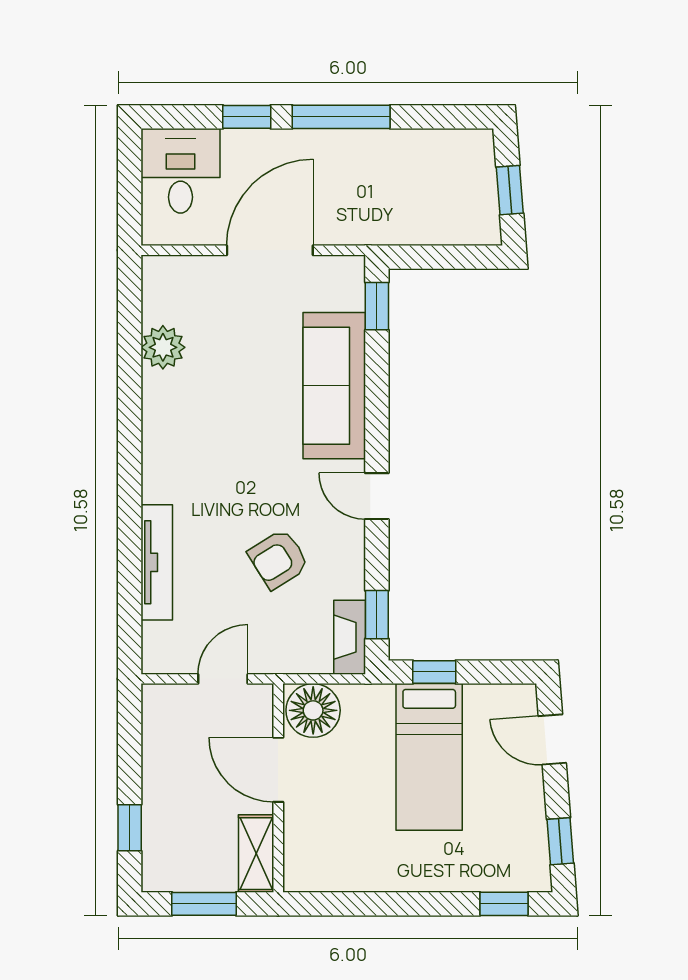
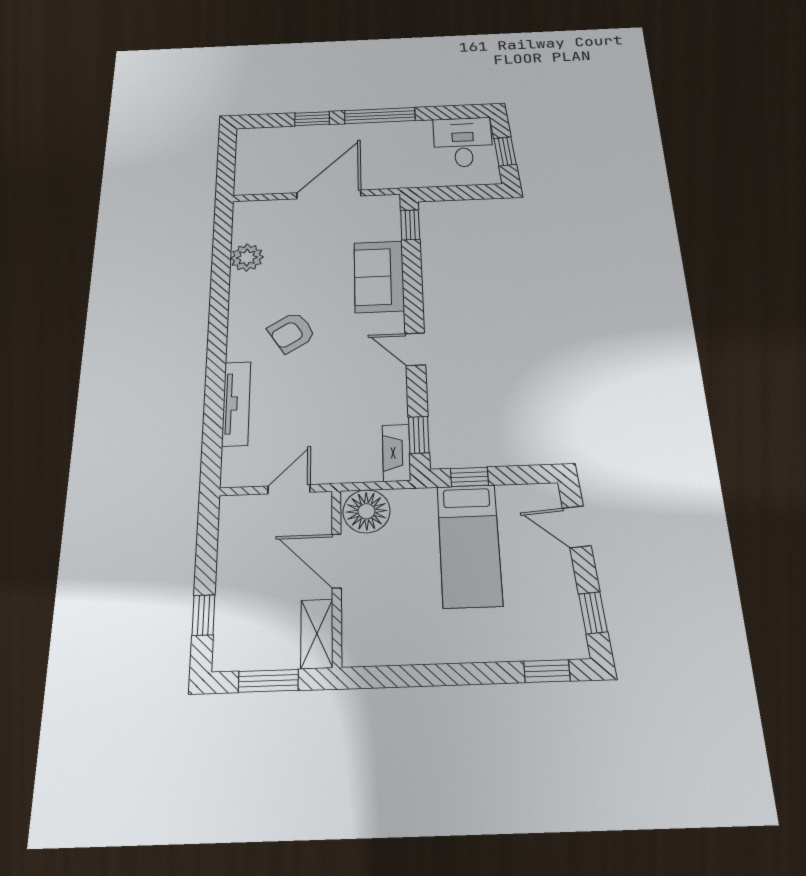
desk: (180, 171) -> (463, 142), moved
sofa: (334, 386) -> (379, 277), width x0.73
armchair: (278, 559) -> (292, 332), moved

